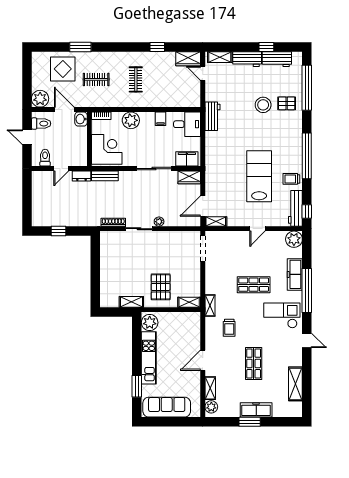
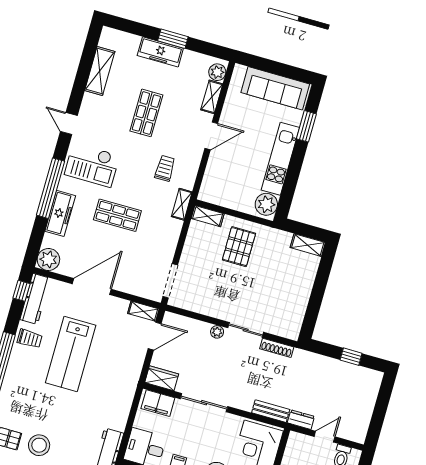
door: (258, 229) -> (92, 287), width x1.88
shelving: (131, 302) -> (308, 245), moved

